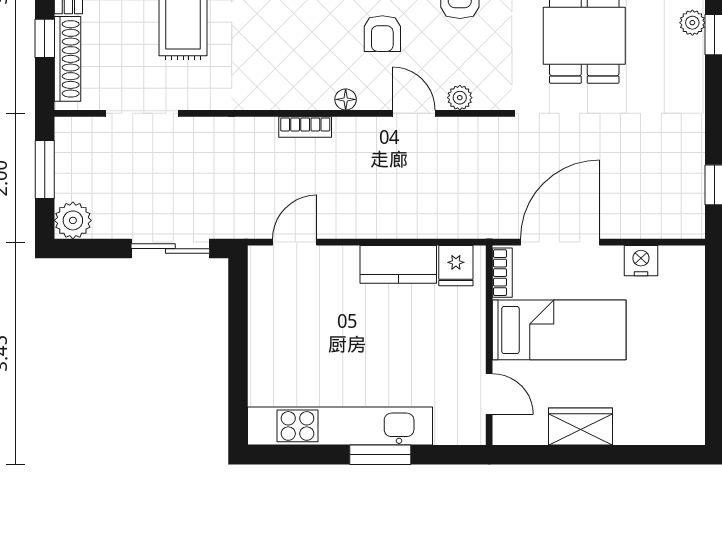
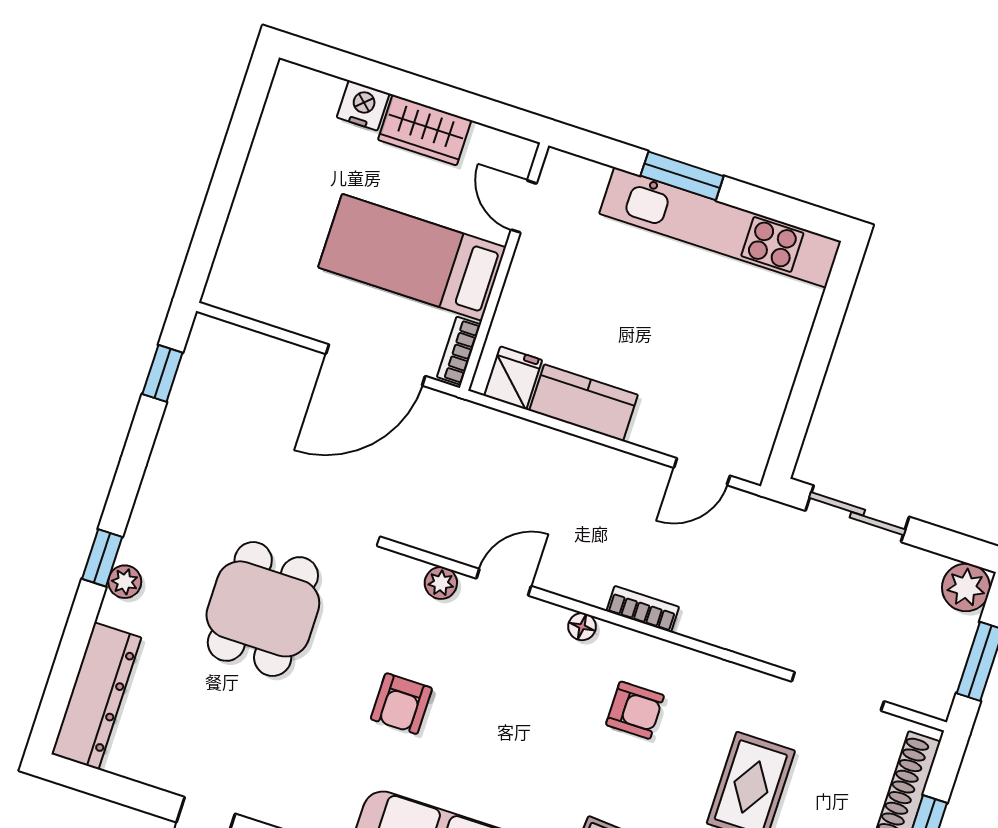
armchair: (382, 34) -> (635, 710), moved, turned 90
door: (414, 113) -> (504, 582), swing flipped
nightstand: (641, 261) -> (363, 105), moved, turned 180

